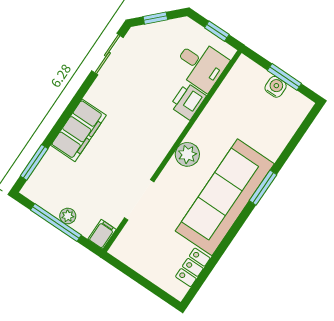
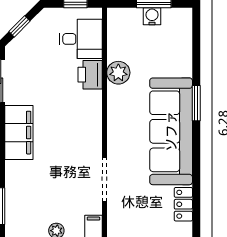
filing cabinet: (78, 130) -> (19, 133), moved
plant: (187, 154) -> (118, 73), moved

